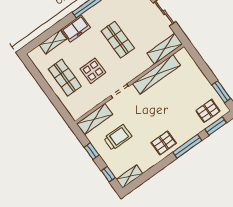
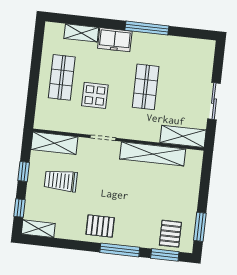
pallet: (208, 111) -> (170, 234), turned 90
trolley: (118, 137) -> (61, 181), turned 180

